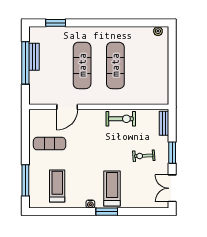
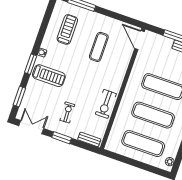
exercise mat: (149, 65) -> (143, 144), added
door: (67, 107) -> (140, 40), moved
exercise mat: (50, 144) -> (99, 47), moved
treadmill: (57, 186) -> (67, 29), turned -90
window: (145, 212) -> (19, 97), added

